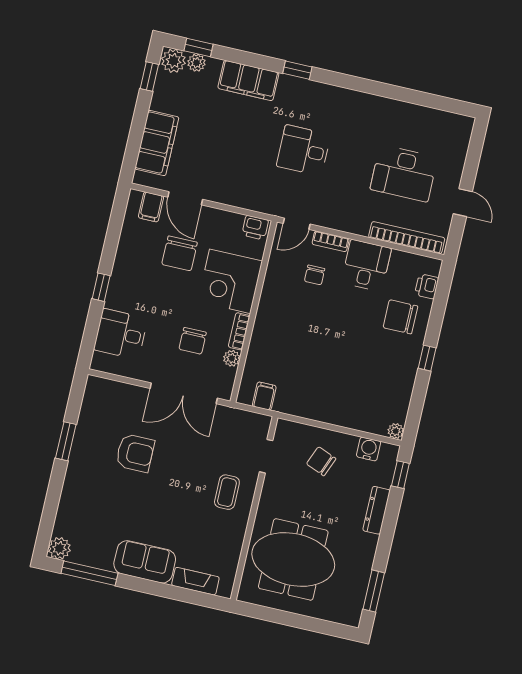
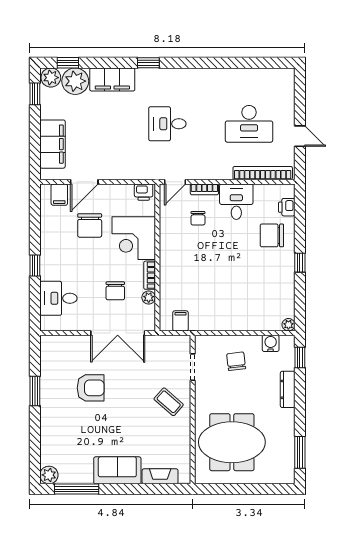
plant: (196, 63) -> (75, 81), width x1.87, depth x1.87
door: (185, 198) -> (84, 182), hinge flipped
chair: (321, 461) -> (236, 361), turned 61
coffee table: (227, 492) -> (169, 402), turned -49

